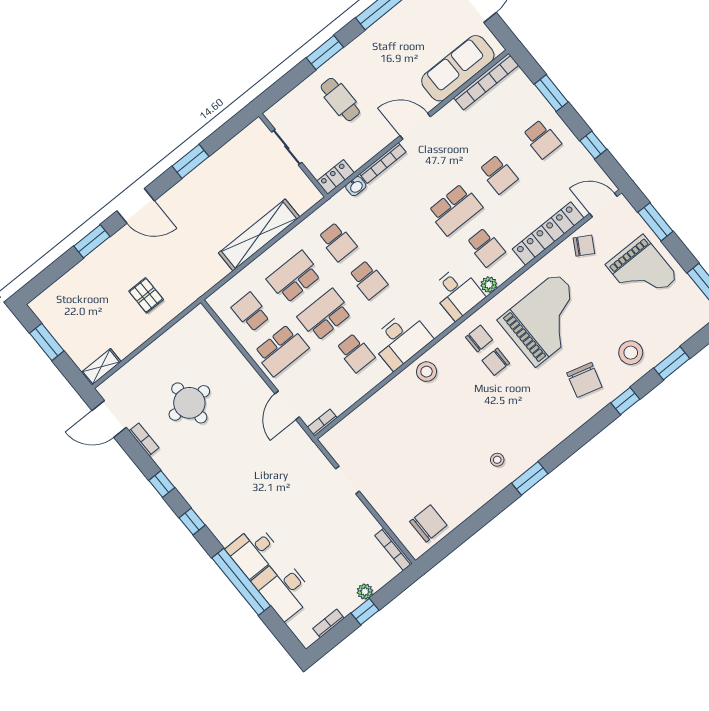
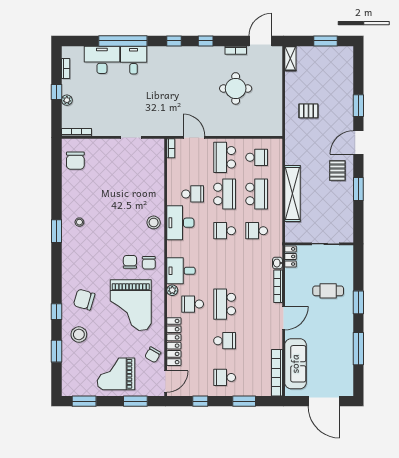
school desk: (498, 174) -> (225, 341), turned 180
pallet: (189, 204) -> (337, 171), added
school desk: (355, 353) -> (193, 194), turned 180

